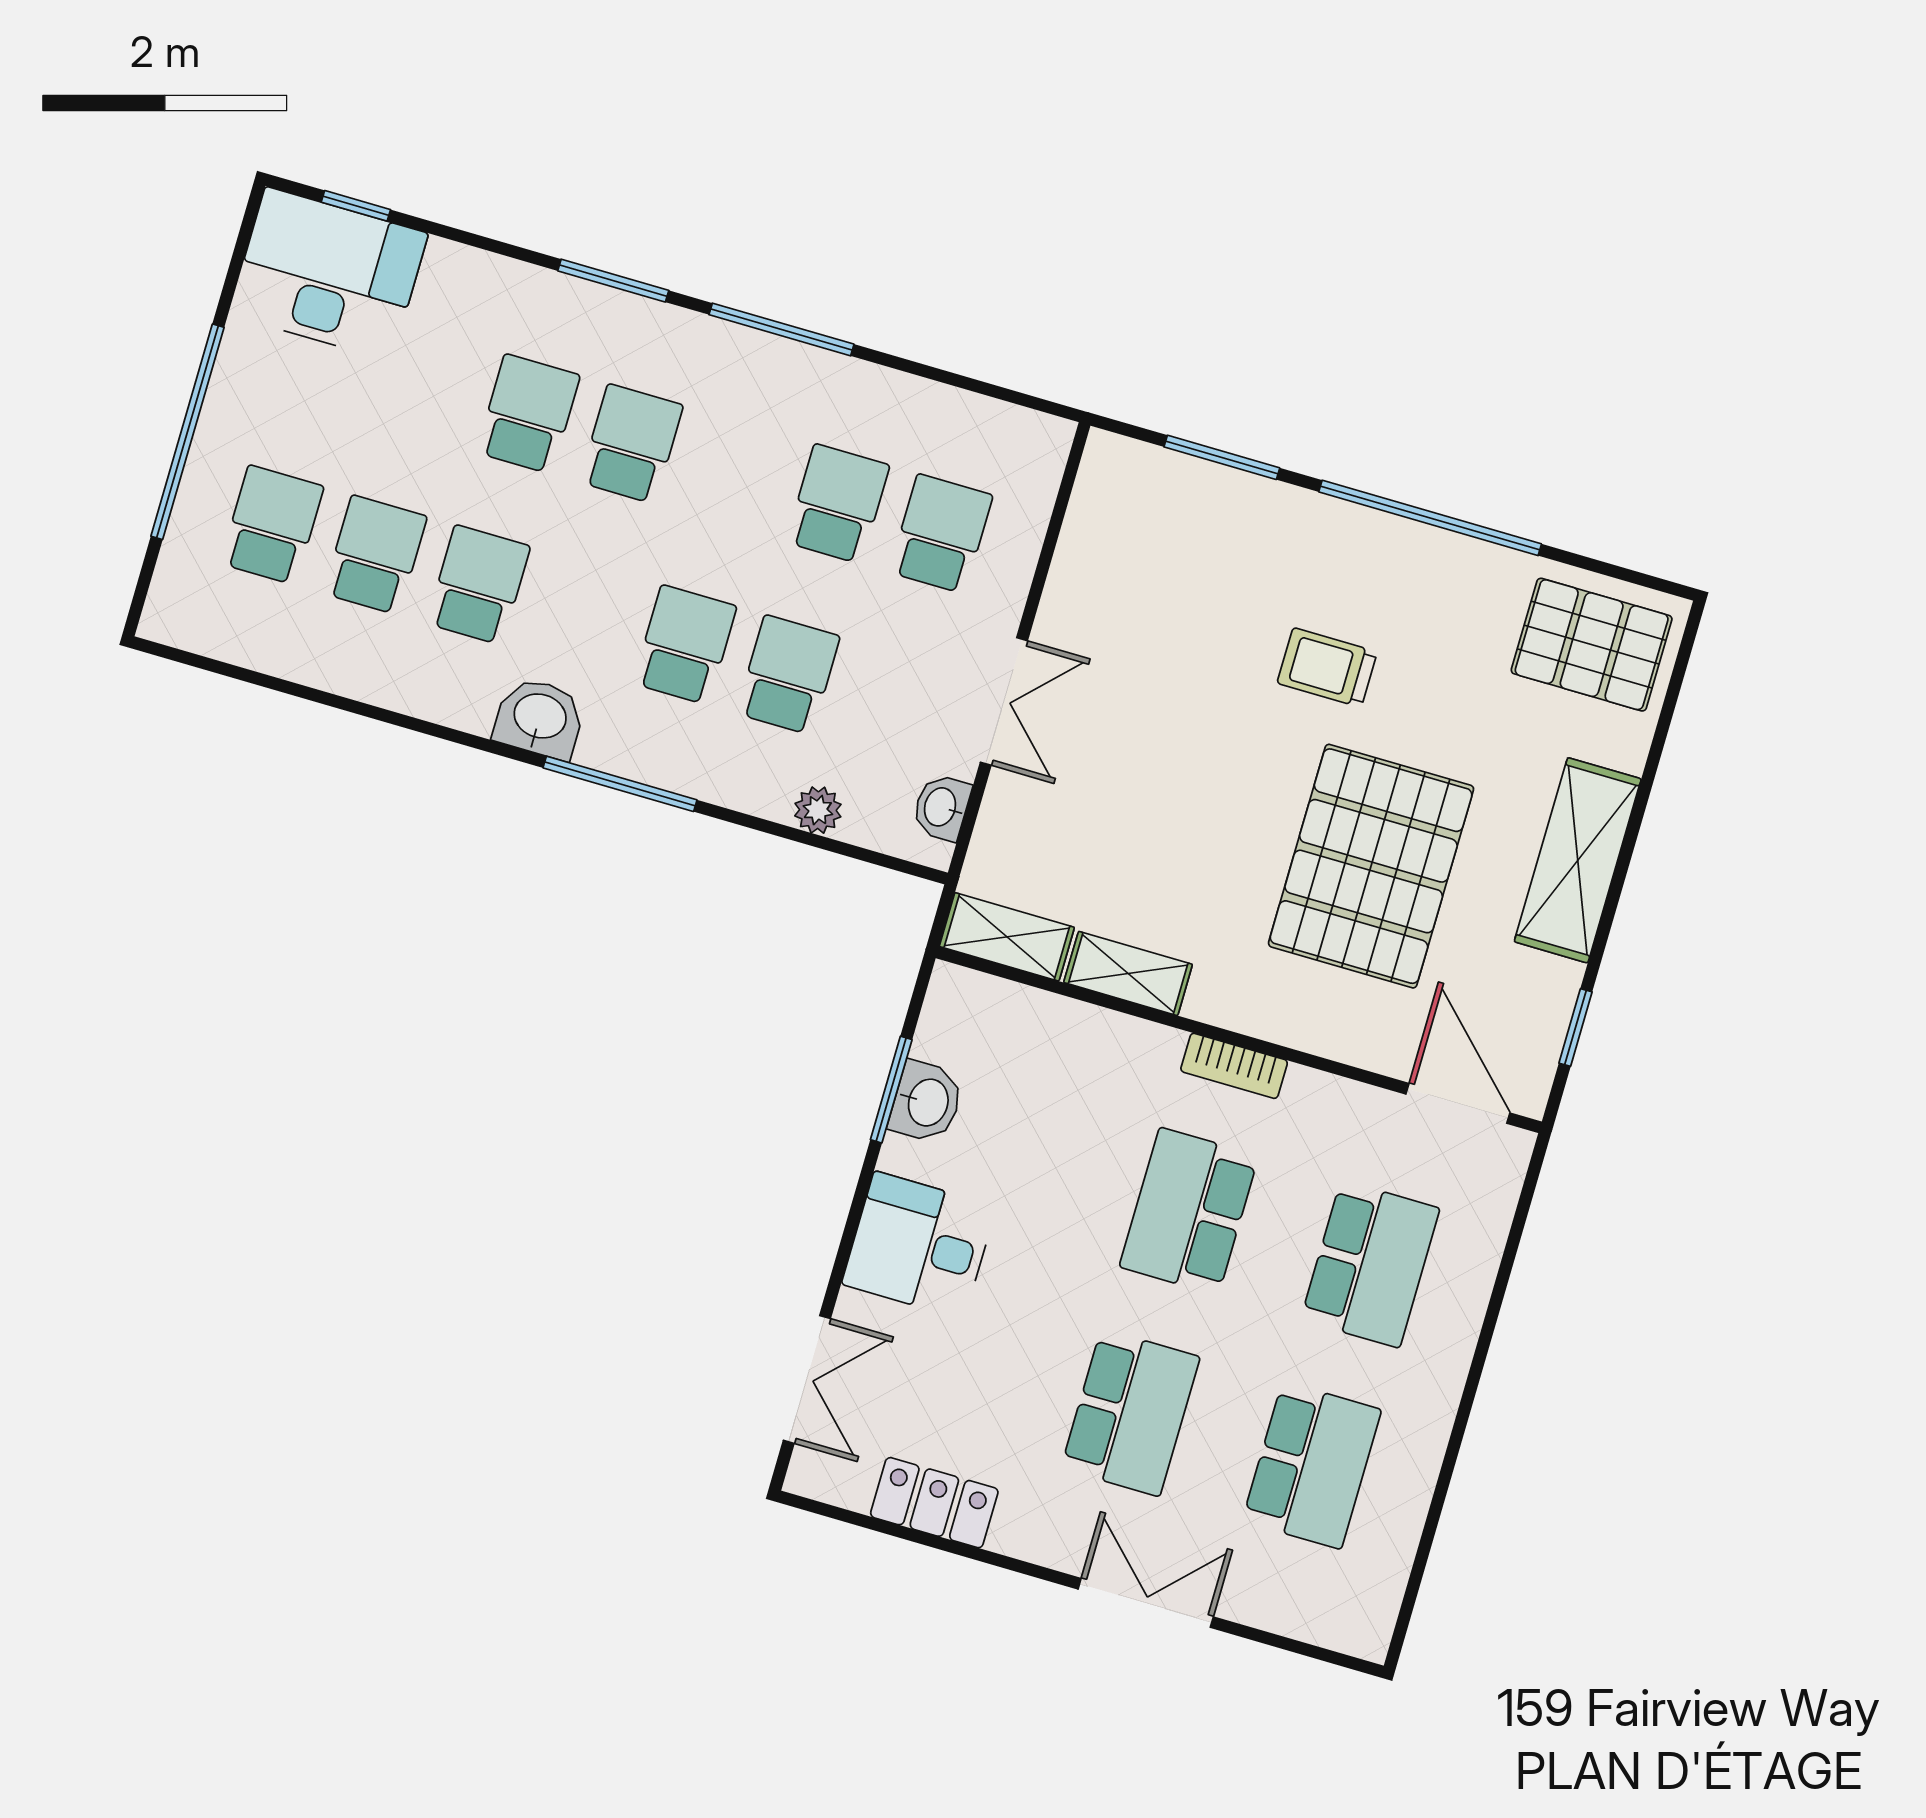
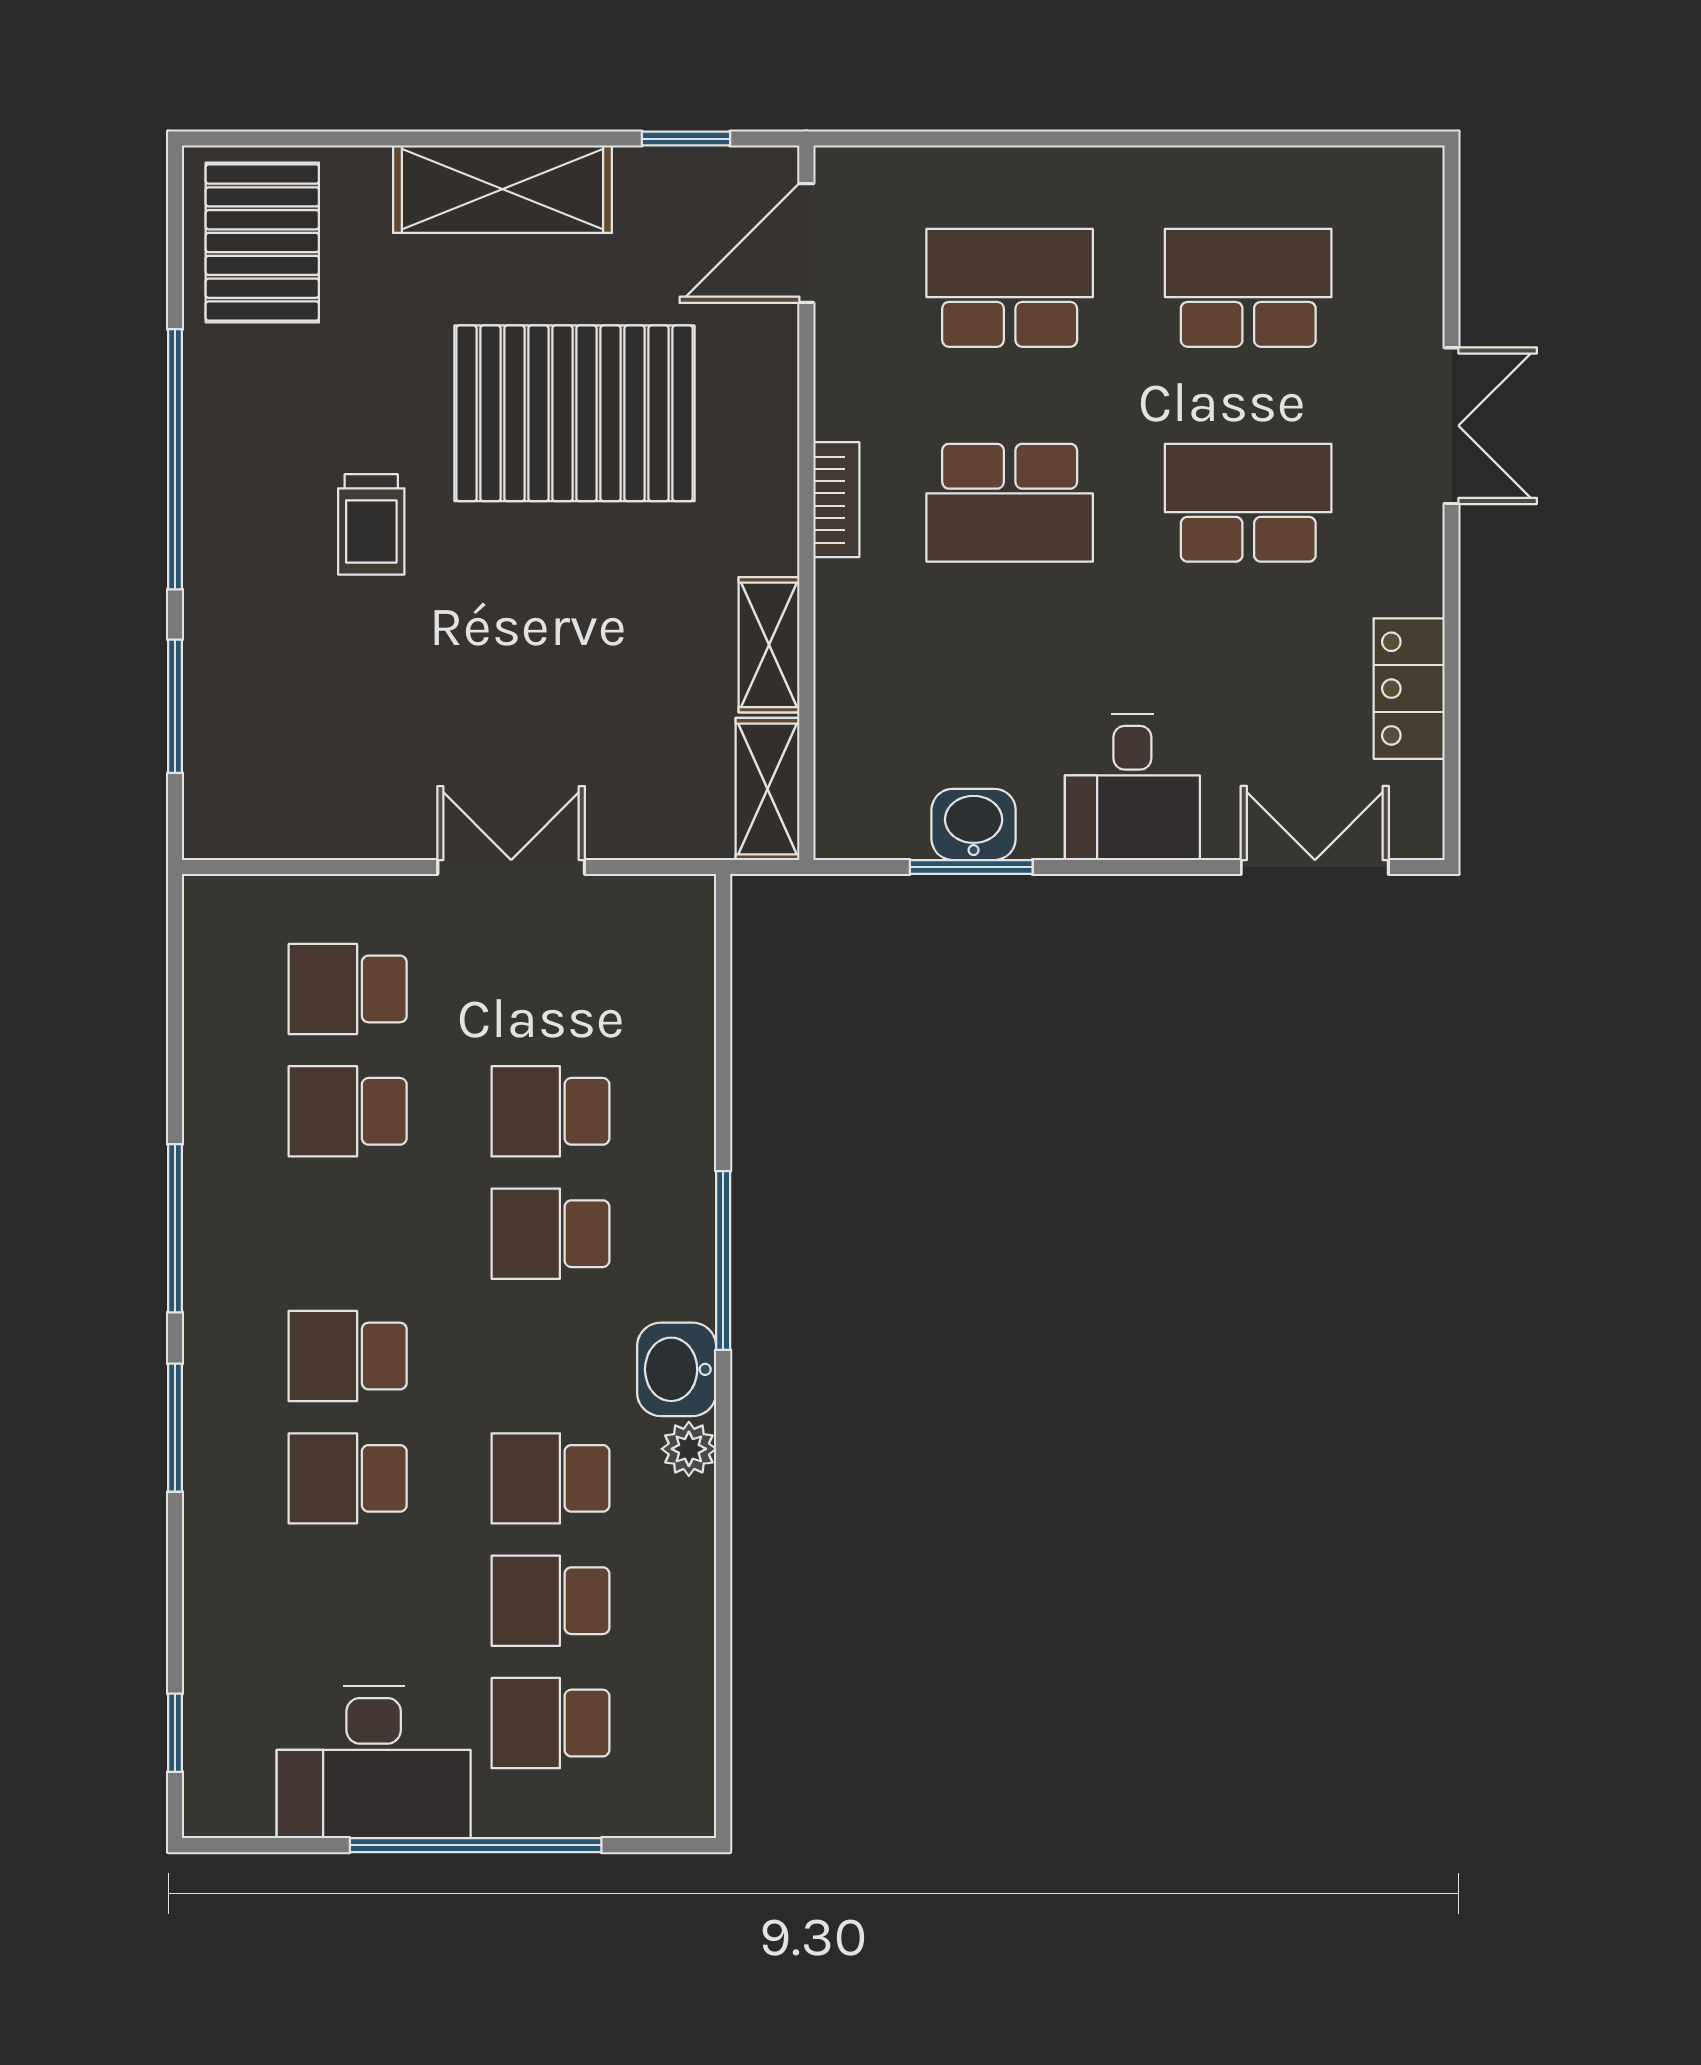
desk: (328, 274) -> (374, 1762), moved, turned -90
washbasin: (941, 807) -> (647, 902), removed
plant: (818, 810) -> (689, 1449), moved
double door: (1146, 1603) -> (1452, 426), swing flipped

